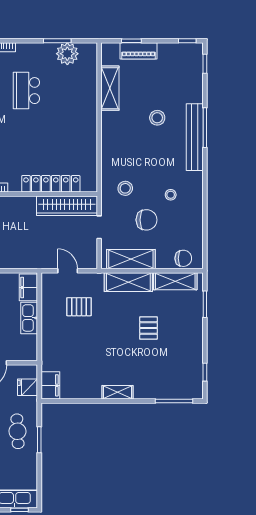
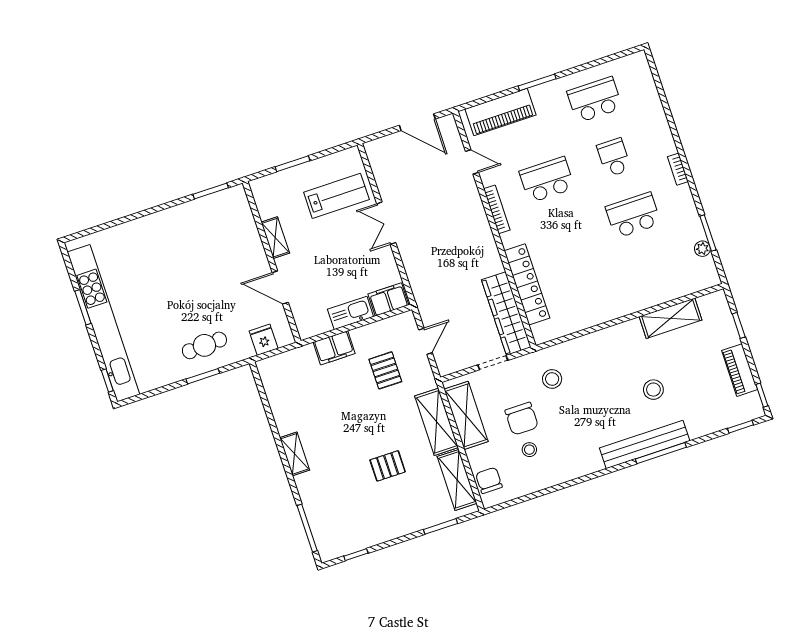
piano: (139, 51) -> (740, 370), moved
plant: (67, 54) -> (702, 249), width x0.53, depth x0.53
stool: (171, 195) -> (529, 450), moved
chair: (183, 258) -> (489, 480), turned 180
filing cabinet: (50, 385) -> (334, 348), moved

